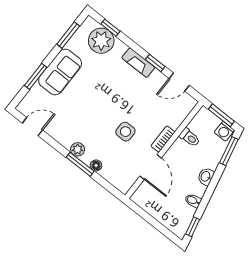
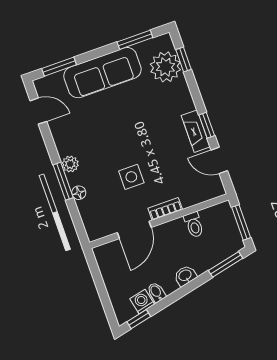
fireplace: (138, 63) -> (196, 131), moved
sofa: (60, 72) -> (102, 73), width x1.36
window: (36, 76) -> (59, 67), moved
washing machine: (224, 131) -> (142, 302), moved, turned 77

